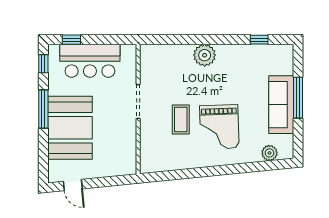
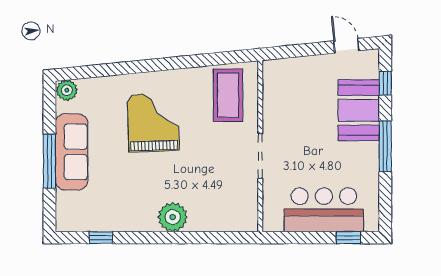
window: (43, 64) -> (385, 83), moved
coffee table: (181, 119) -> (228, 95), moved, width x1.36, depth x1.32
booth: (70, 128) -> (359, 110), width x0.73, depth x0.70
plant: (269, 153) -> (67, 90), moved

